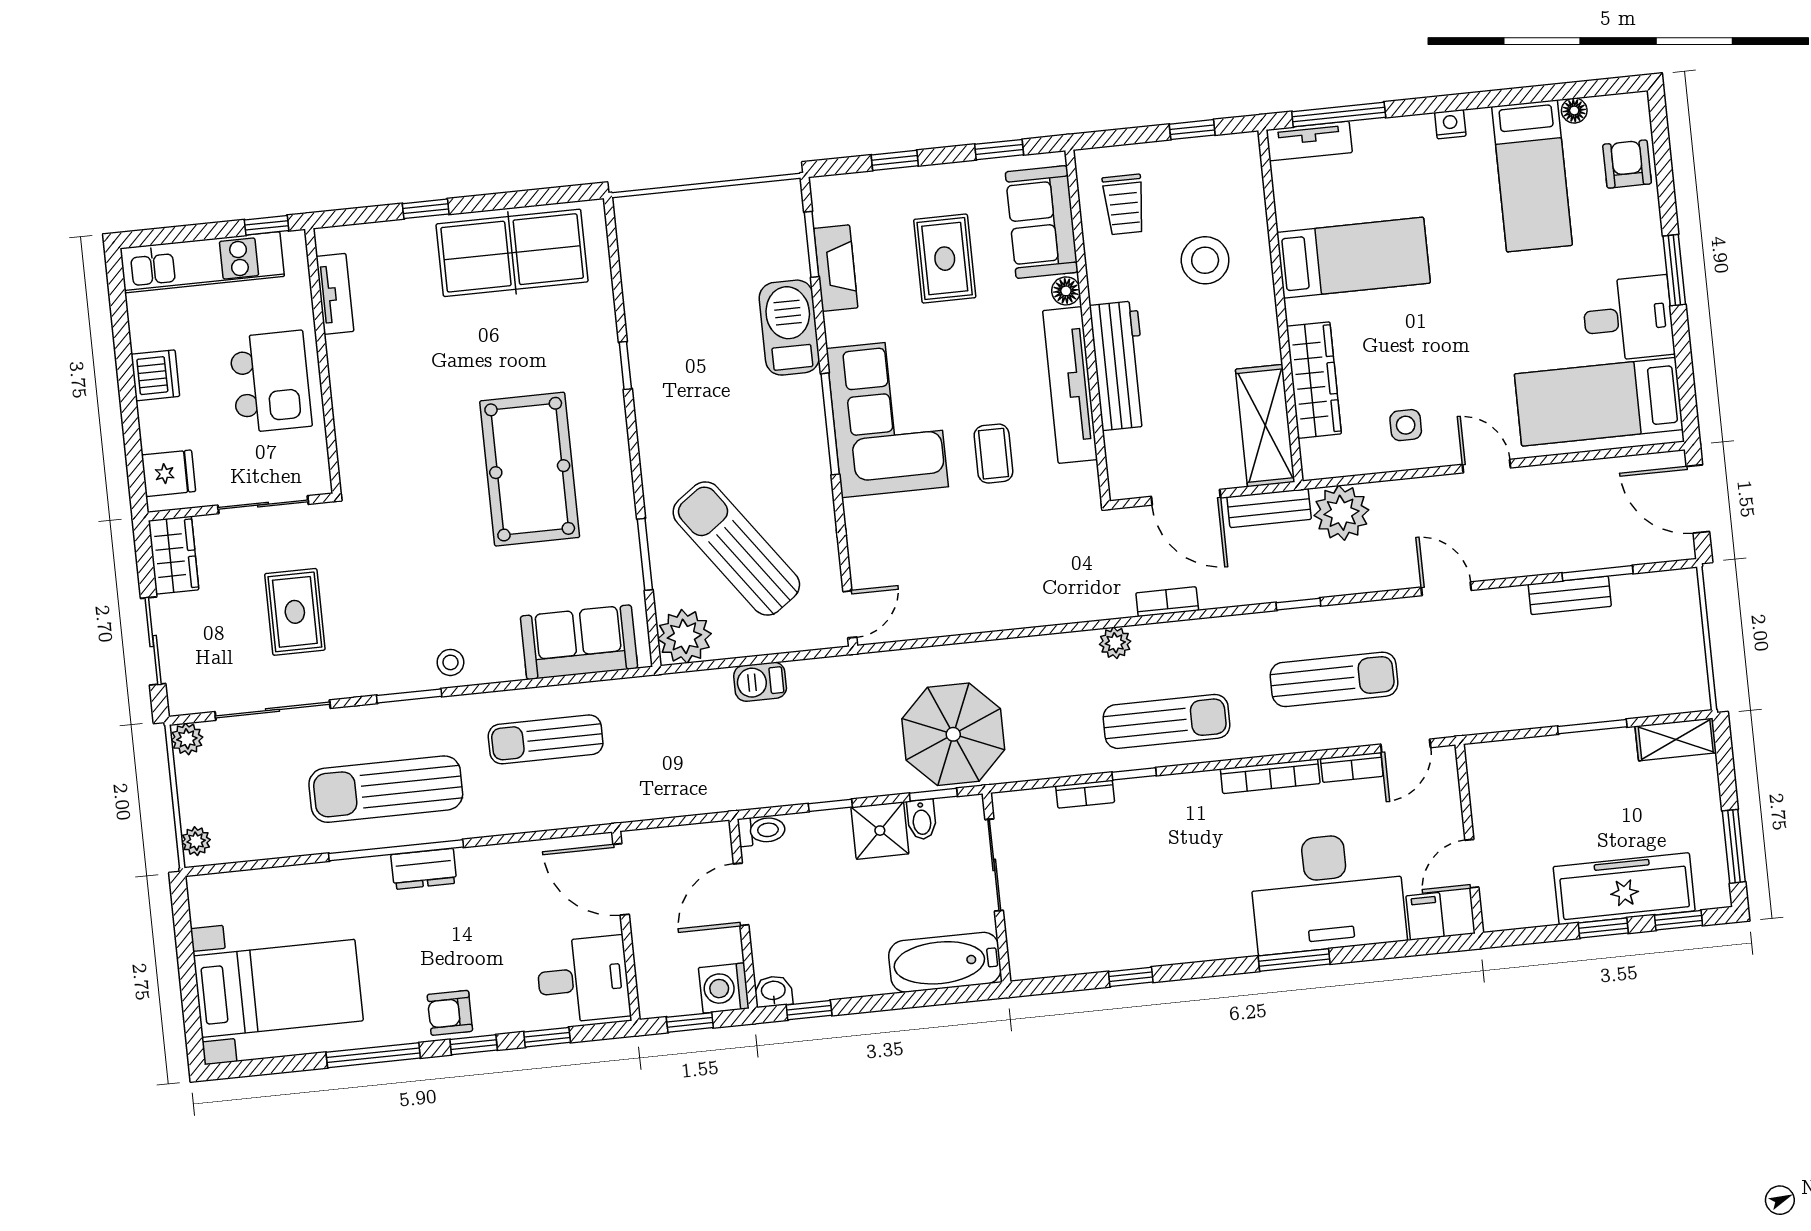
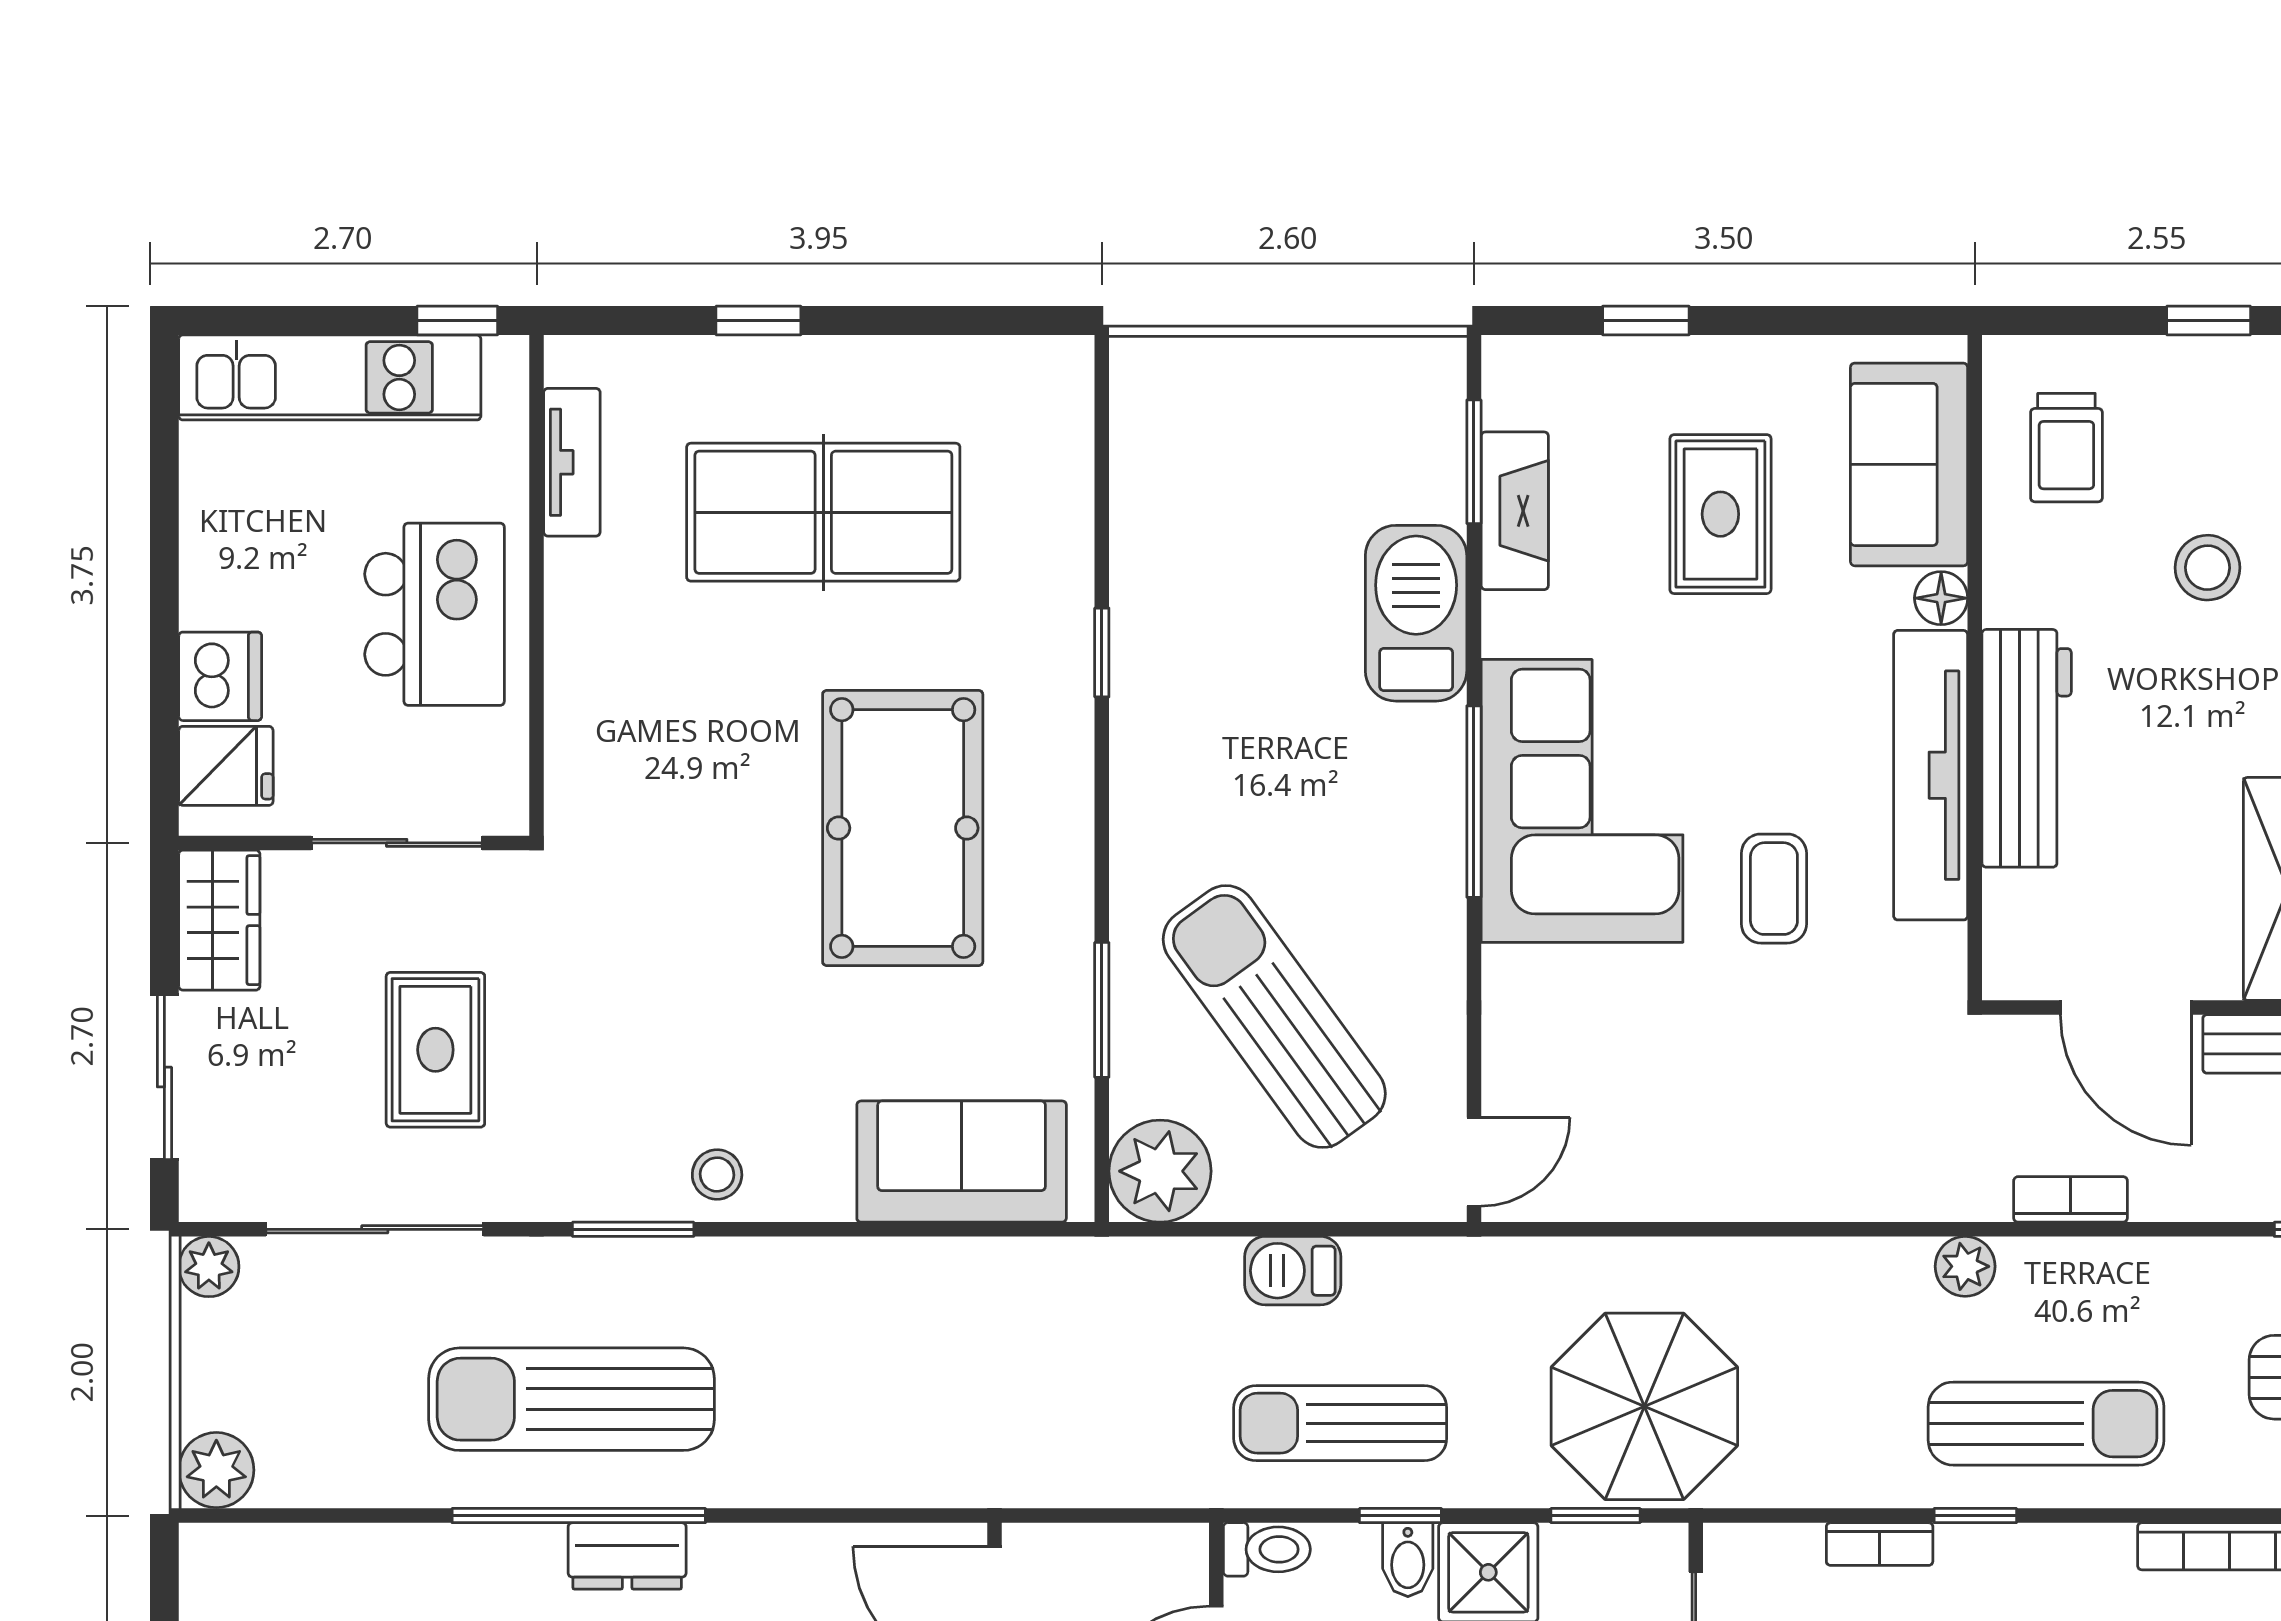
window: (999, 150) -> (1843, 321), removed
table tennis table: (512, 253) -> (823, 512), moved
stool: (1205, 260) -> (2207, 568), width x0.73, depth x0.73
dishwasher: (155, 375) -> (220, 676), moved
sun lounger: (546, 739) -> (1340, 1423), moved
bidet: (922, 819) -> (1408, 1560), moved
plant: (196, 841) -> (216, 1470), width x1.38, depth x1.38

